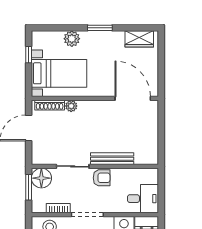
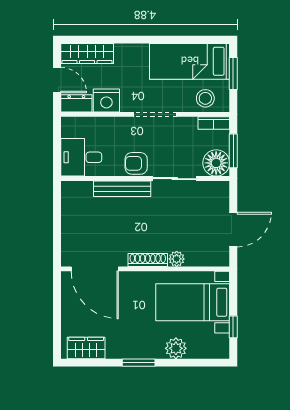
shoe rack: (50, 105) -> (148, 260), moved
desk: (143, 199) -> (81, 157), moved
bookcase: (58, 208) -> (214, 123), moved

